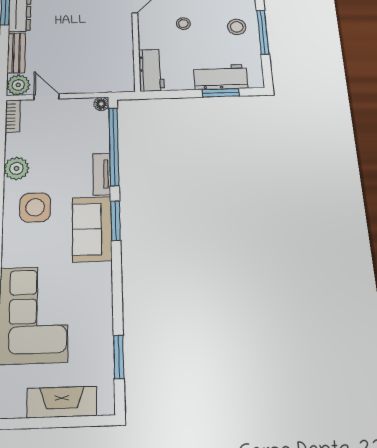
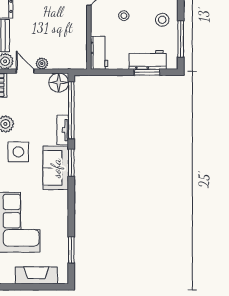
window: (263, 32) -> (181, 39), moved
plant: (71, 86) -> (42, 64), added
floor lamp: (101, 104) -> (59, 83), width x1.89, depth x1.89

